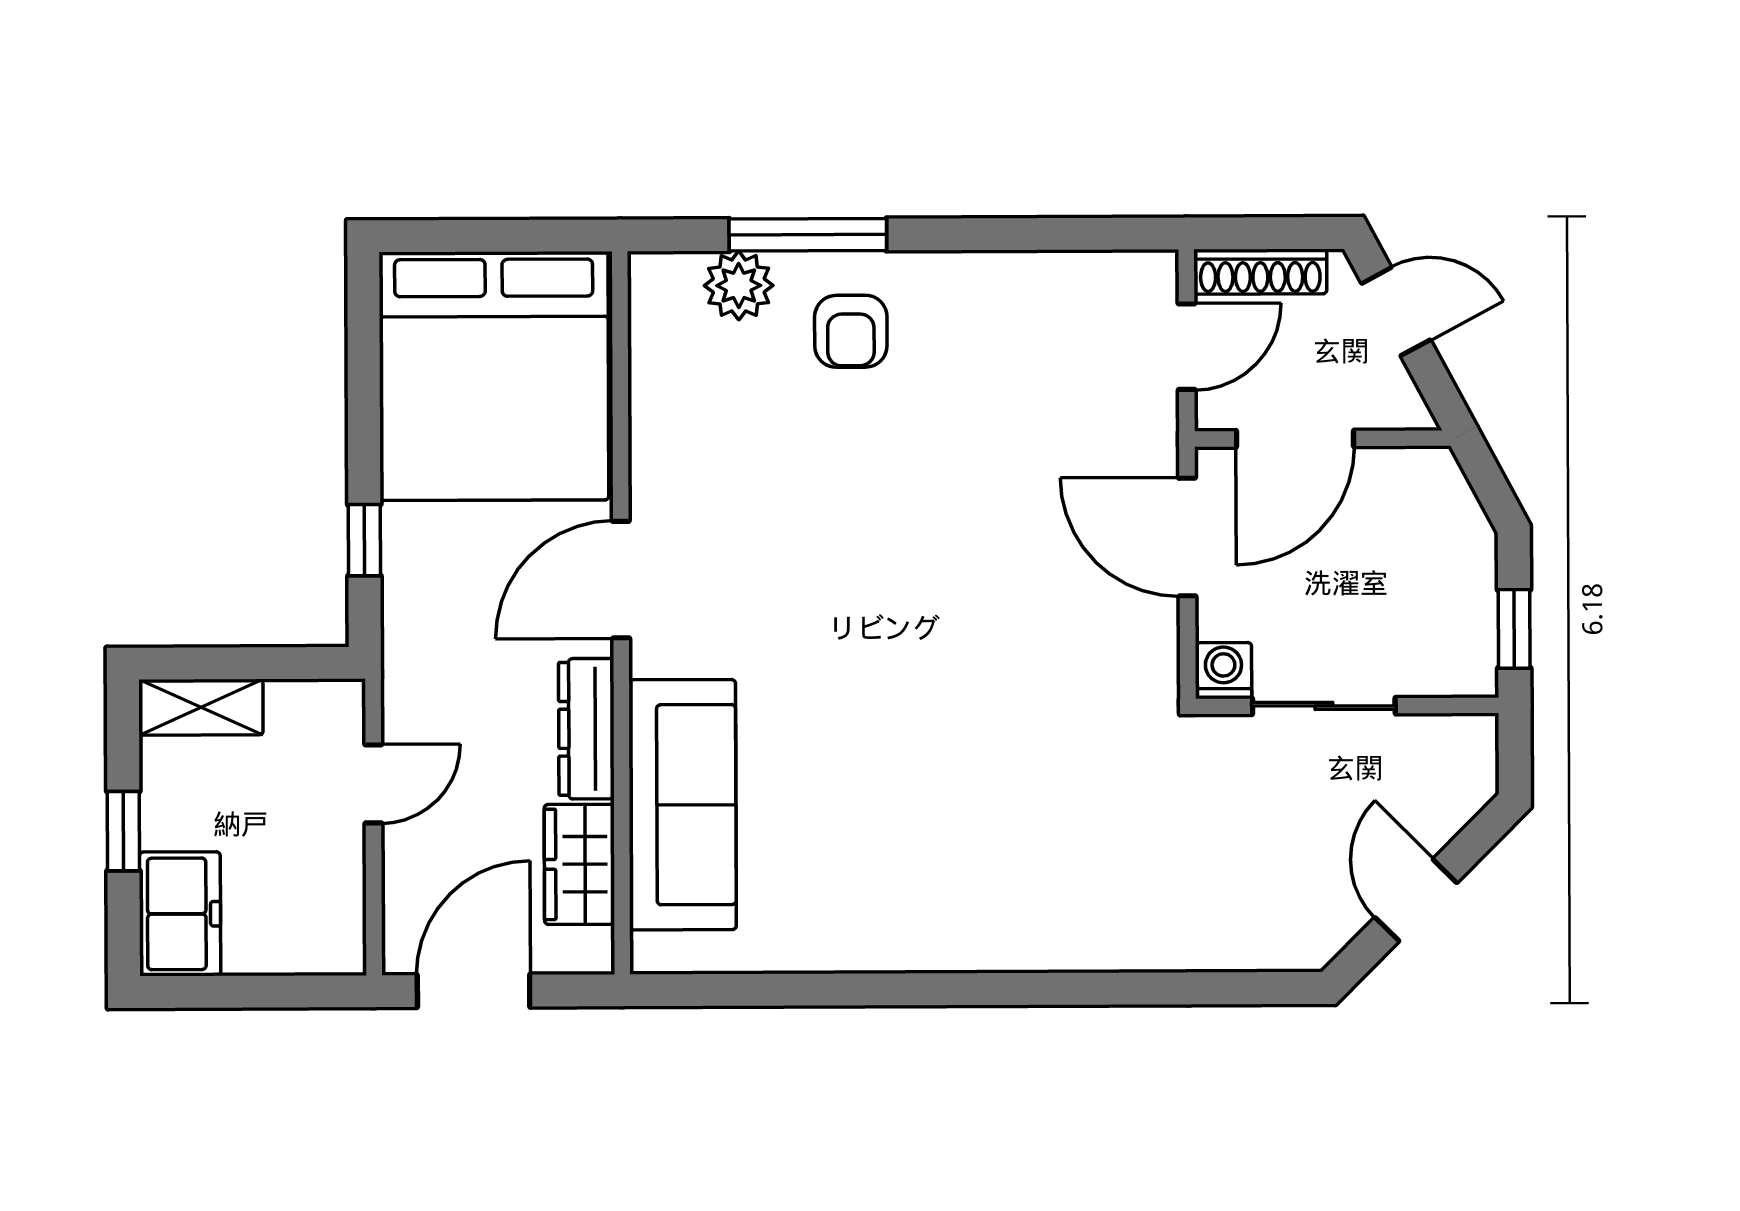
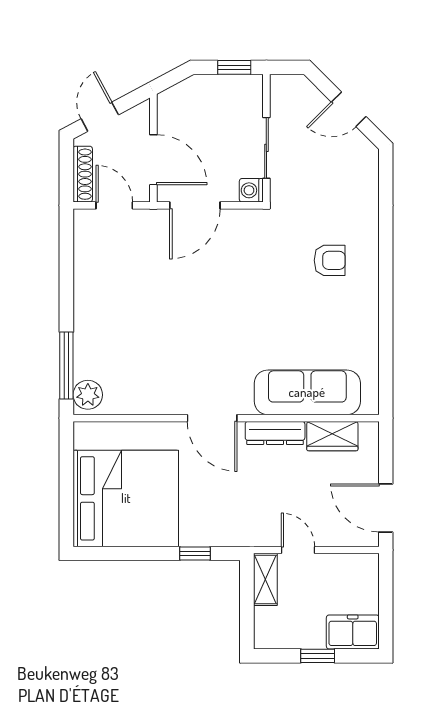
armchair: (851, 331) -> (330, 260), moved
door: (621, 580) -> (212, 418), moved
wall: (621, 613) -> (226, 418), moved
shelving: (201, 707) -> (265, 579), moved
dresser: (586, 729) -> (275, 433), moved
sofa: (683, 805) -> (307, 392), moved
wardrobe: (579, 864) -> (332, 436), moved

